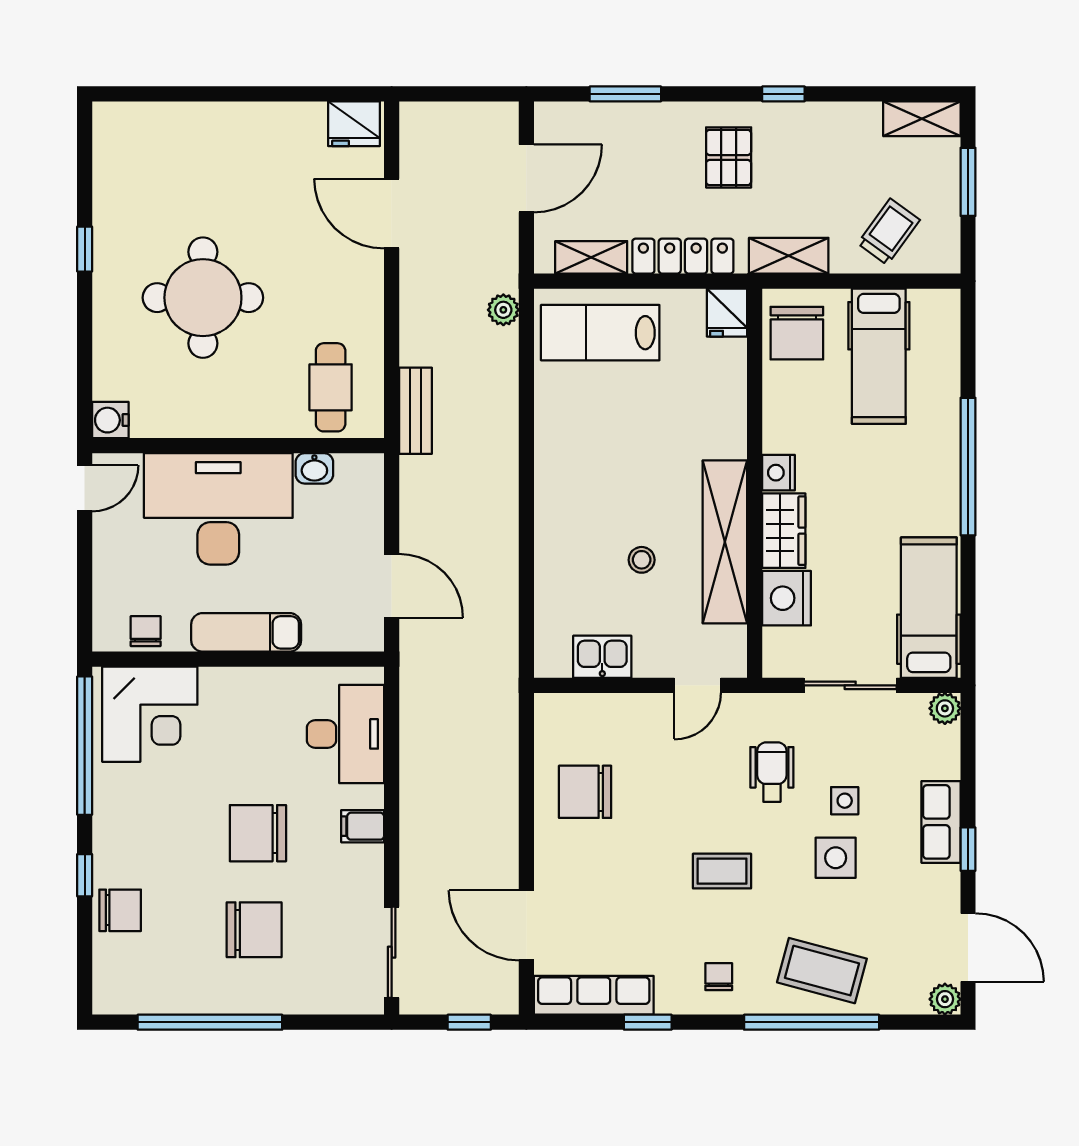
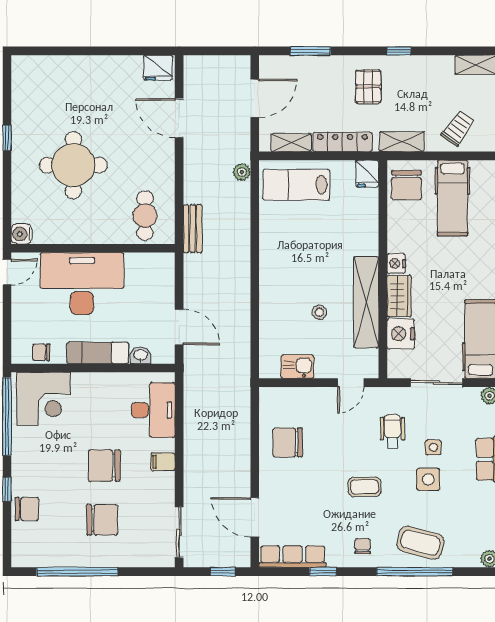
washbasin: (314, 468) -> (141, 355), moved, turned 180
chair: (146, 631) -> (41, 352), turned -90

